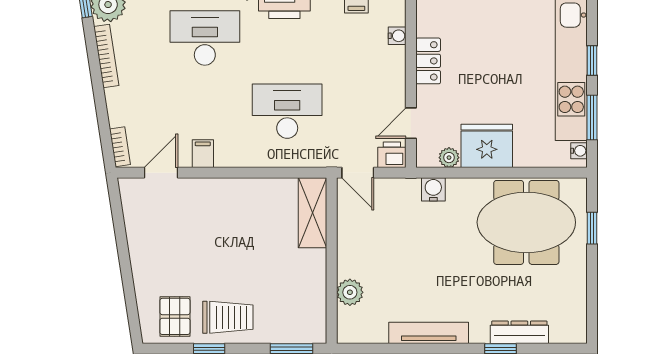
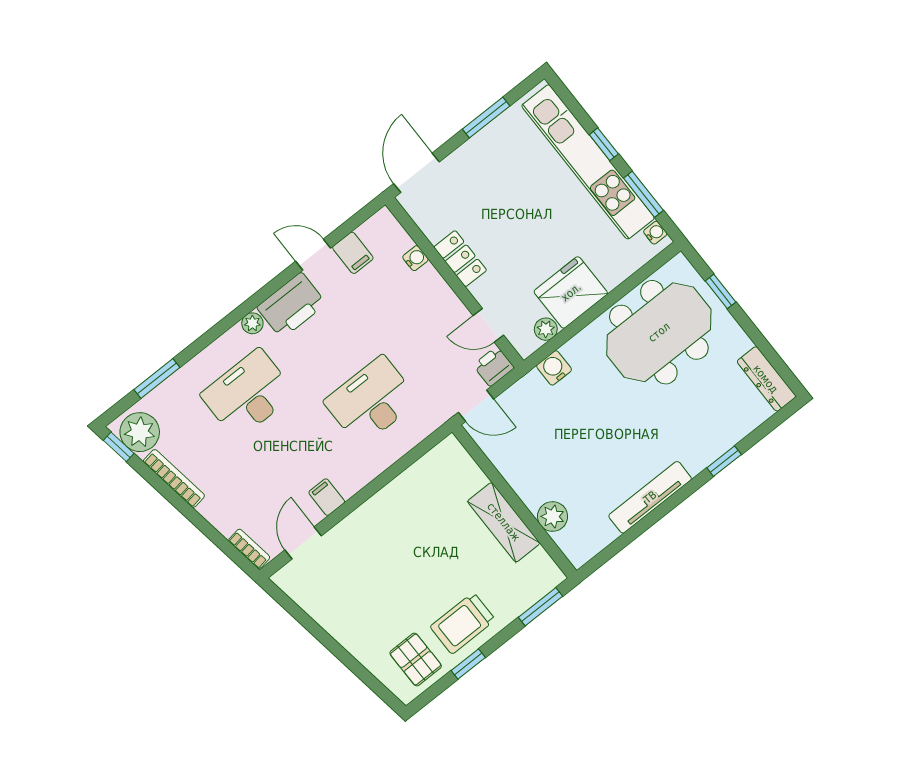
door: (411, 123) -> (488, 325), hinge flipped
shelving: (313, 213) -> (504, 522), moved
trolley: (228, 317) -> (463, 623), turned 180
dresser: (519, 332) -> (766, 379), moved, turned -90

